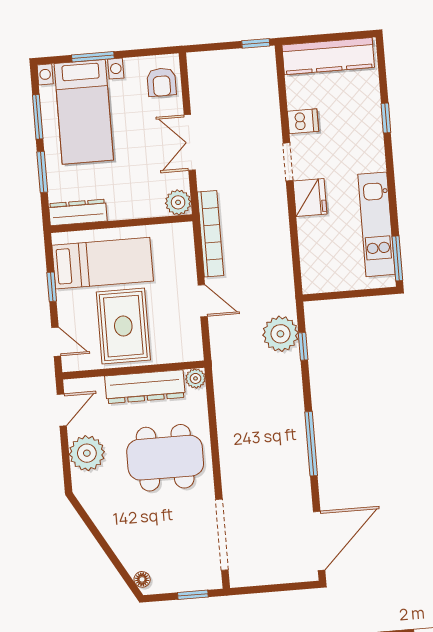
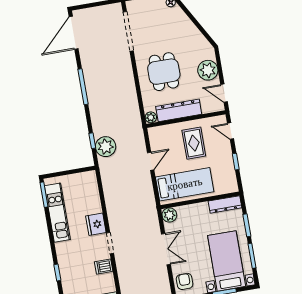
bookcase: (211, 234) -> (150, 199), removed
bed: (103, 263) -> (185, 184), moved, turned 180
door: (203, 301) -> (151, 161), swing flipped
rug: (123, 326) -> (194, 143), width x0.73, depth x0.70
door: (62, 410) -> (224, 93), hinge flipped
dining table: (165, 458) -> (164, 72), width x0.73

